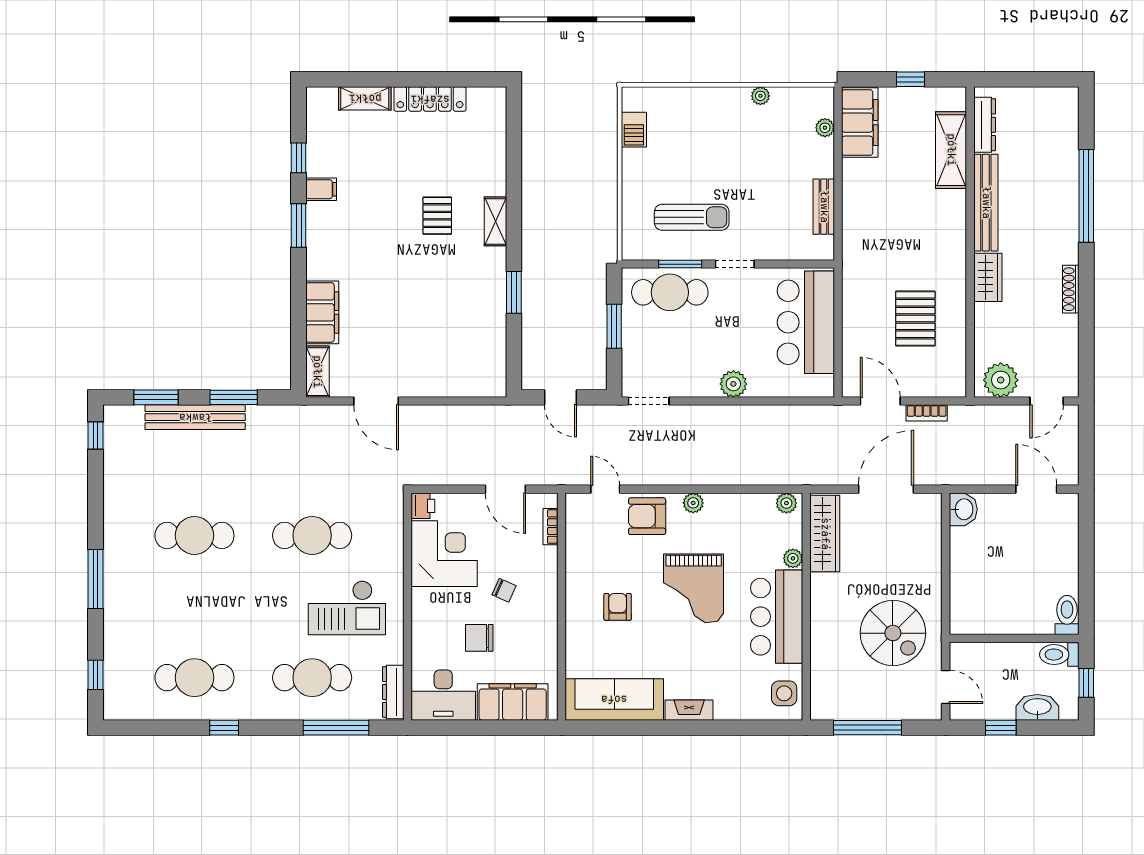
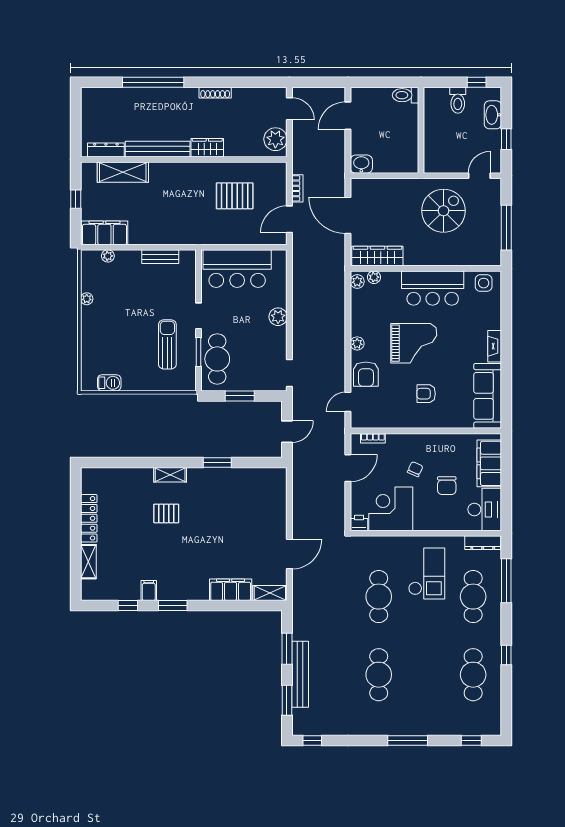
plant: (793, 558) -> (374, 277), moved
toilet: (1067, 615) -> (406, 95), moved
wall: (1014, 638) -> (421, 130), moved

